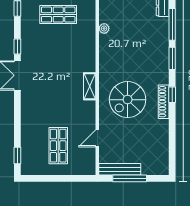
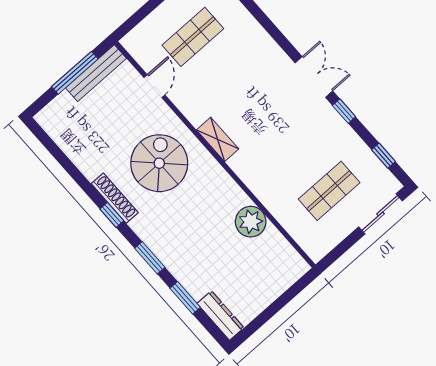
window: (172, 24) -> (185, 298), width x0.69
plant: (104, 28) -> (251, 222), width x1.88, depth x1.88
shop shelf: (58, 146) -> (193, 37), turned 90

